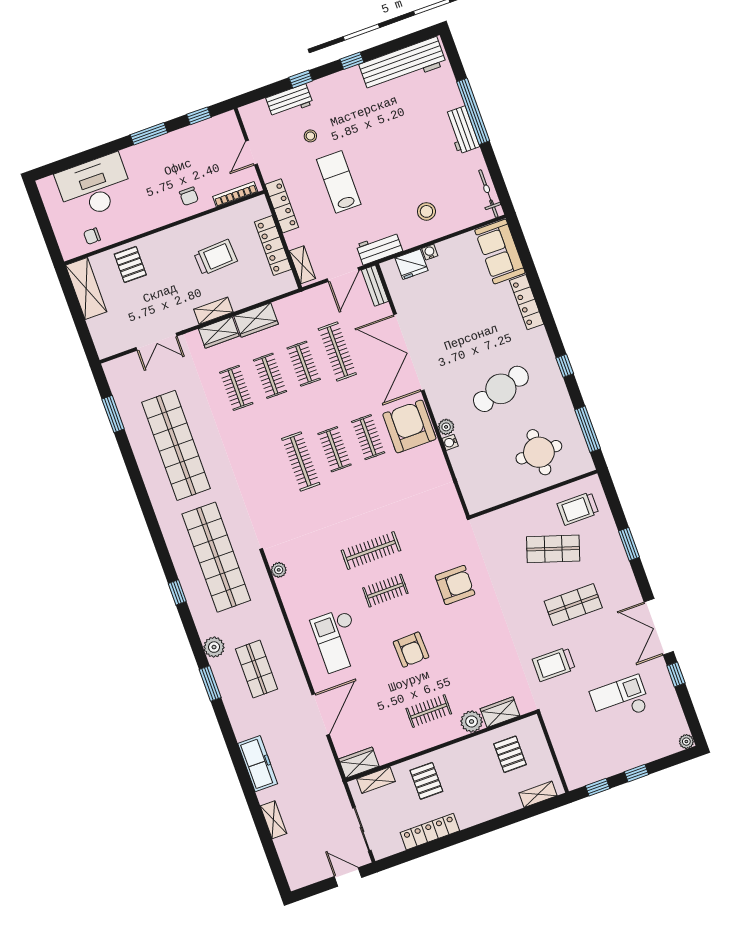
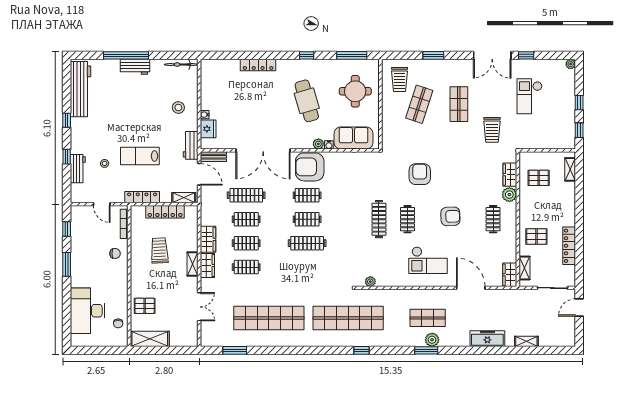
sofa: (500, 252) -> (354, 138), moved, turned 180
plant: (214, 647) -> (432, 340), moved

